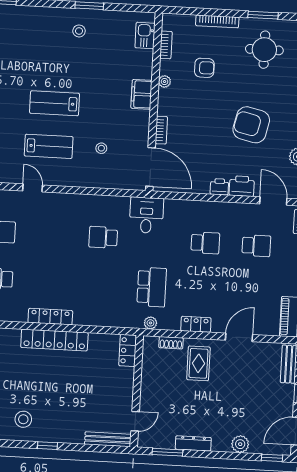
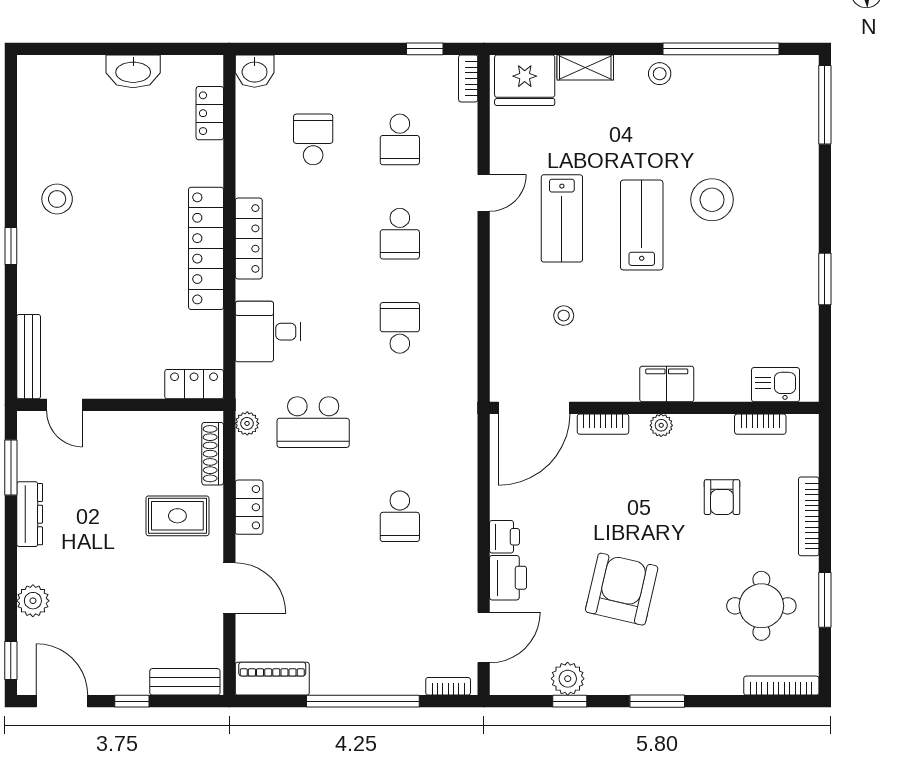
stool: (79, 31) -> (712, 200), moved, width x1.89, depth x1.89
plant: (165, 82) -> (661, 425), moved
desk: (146, 215) -> (268, 332), moved, turned 180
school desk: (256, 246) -> (400, 234), moved
shoe rack: (171, 343) -> (213, 454), width x1.43

